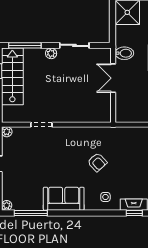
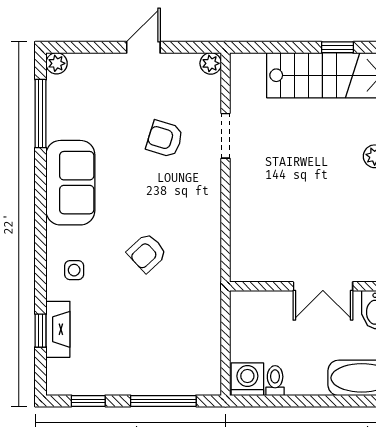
double door: (113, 78) -> (323, 286), swing flipped
armchair: (43, 154) -> (165, 139), added

